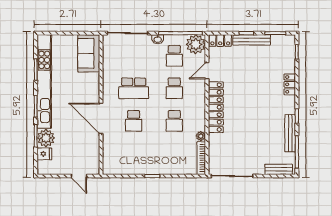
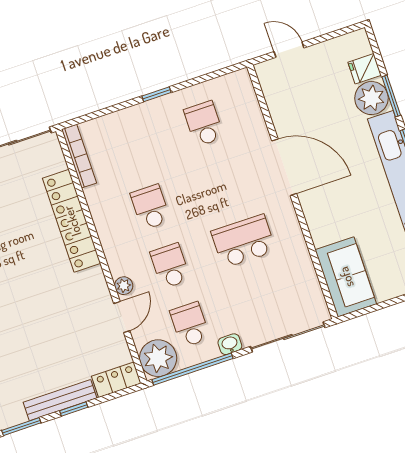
locker: (216, 107) -> (72, 221), moved
school desk: (134, 121) -> (204, 124), moved
plant: (201, 136) -> (124, 286), moved

